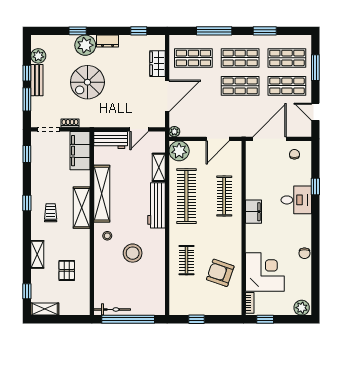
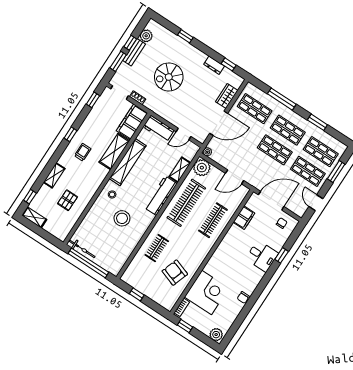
dresser: (108, 41) -> (214, 65), moved
plant: (85, 45) -> (184, 50), removed
shelving: (82, 208) -> (114, 152), moved
filing cabinet: (253, 212) -> (244, 218), moved

